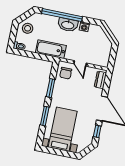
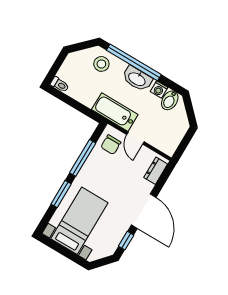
stool: (28, 28) -> (101, 64), moved
bidet: (94, 31) -> (170, 100), added
bathtub: (51, 49) -> (115, 112), moved
window: (51, 88) -> (83, 158), width x1.44

